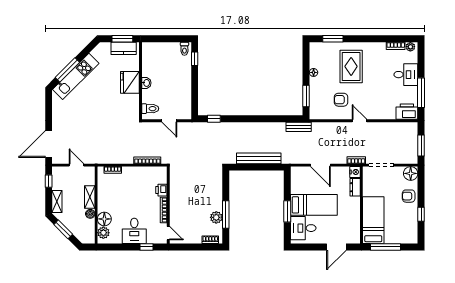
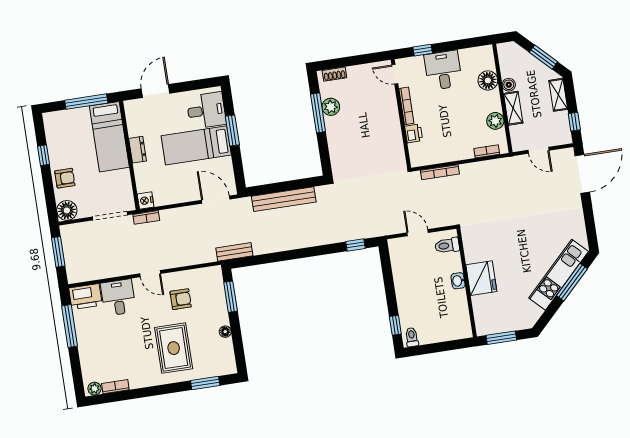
kitchen counter: (124, 48) -> (498, 324), removed
desk: (406, 75) -> (118, 297), moved, turned 90
door: (320, 165) -> (216, 200), moved
dresser: (355, 187) -> (138, 150), moved
plant: (103, 233) -> (495, 121), moved

